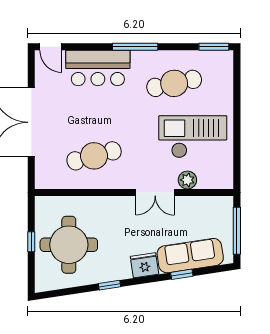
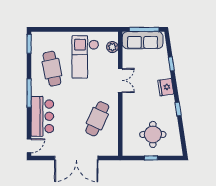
cafe table: (94, 156) -> (97, 119), turned 39
plant: (187, 180) -> (112, 47), moved
round table: (69, 245) -> (153, 134), width x0.73, depth x0.73
sofa: (190, 256) -> (143, 40), moved, turned -81

